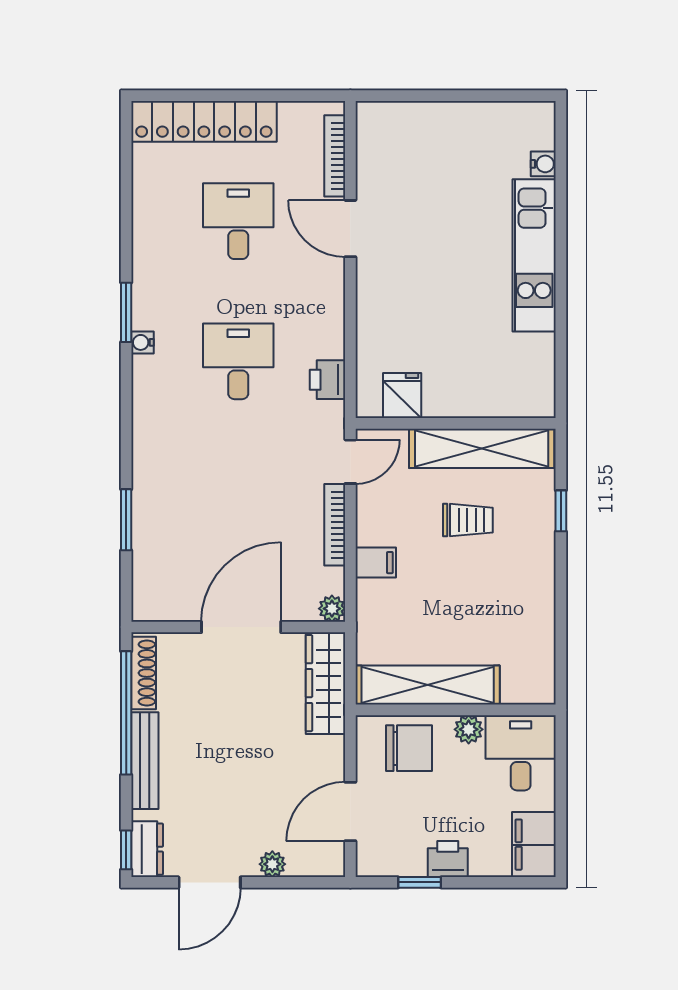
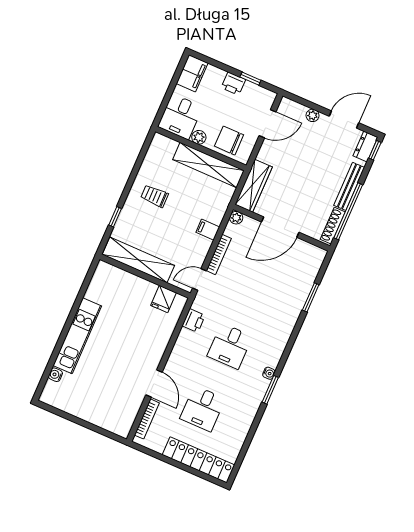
trolley: (468, 520) -> (155, 196), moved

